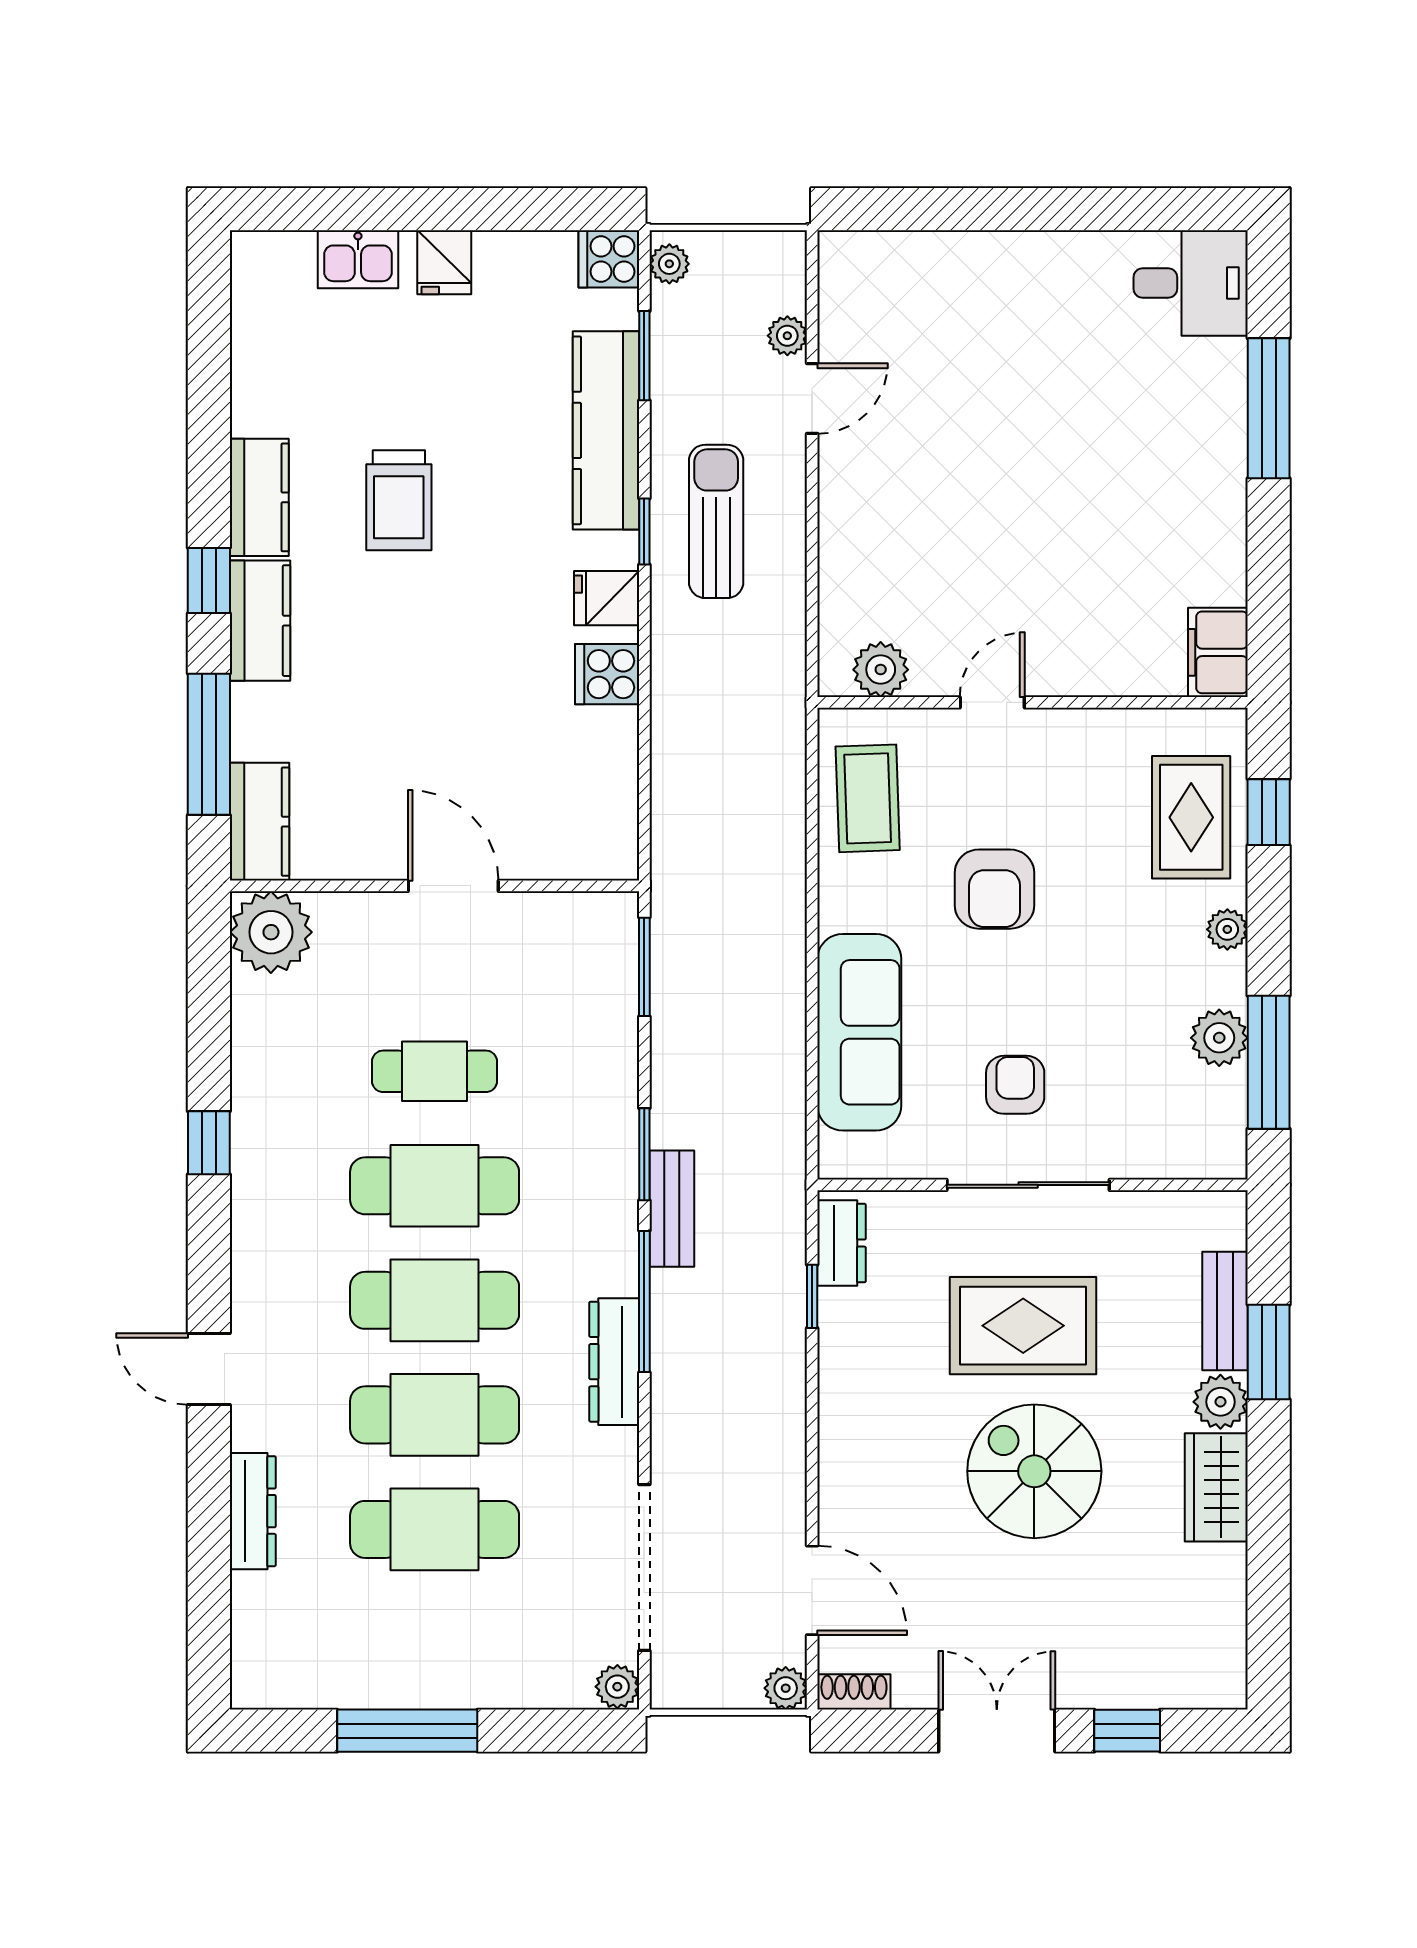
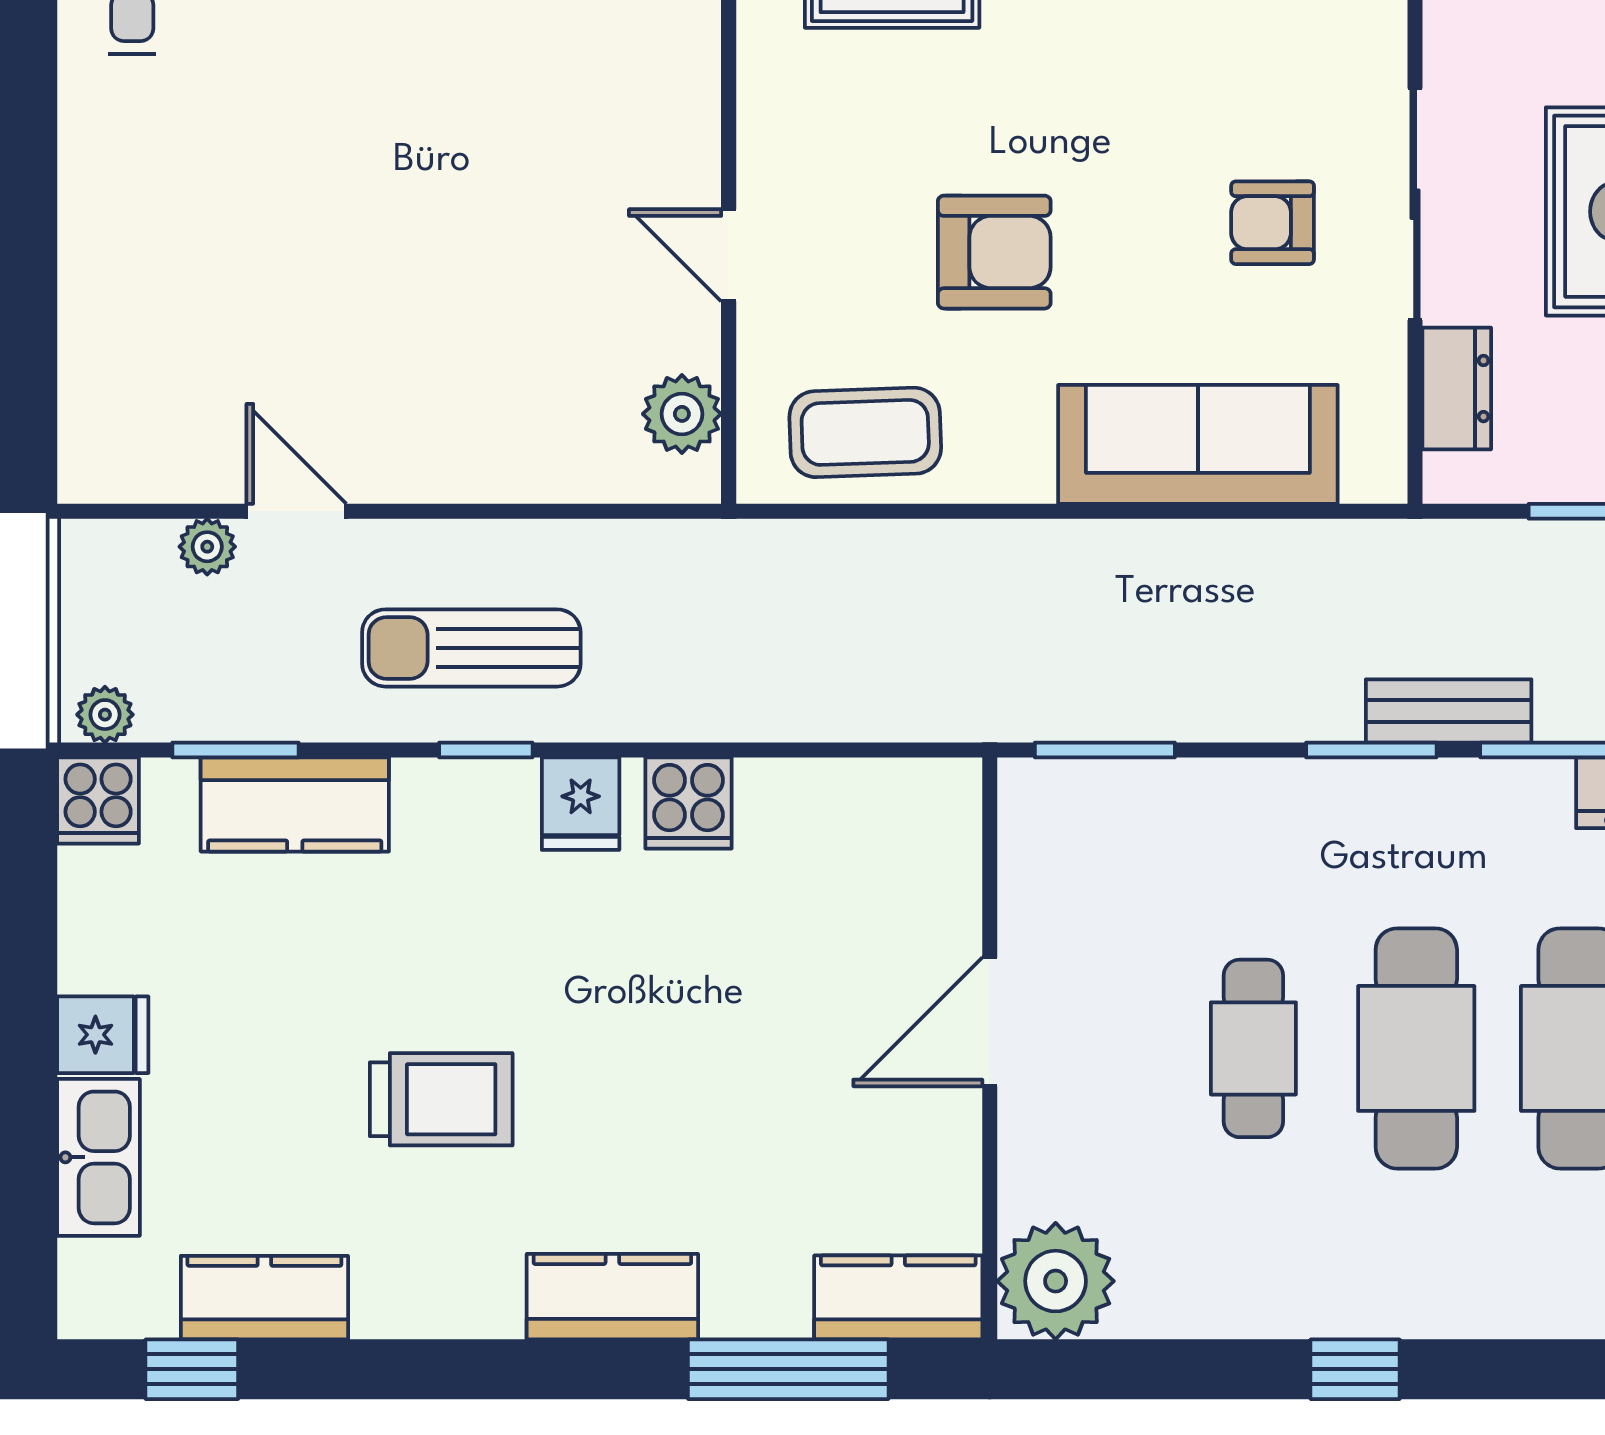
kitchen sink: (358, 259) -> (98, 1157), width x1.38
kitchen counter: (606, 430) -> (295, 805), width x0.67
kitchen counter: (259, 497) -> (264, 1298), moved
window: (209, 581) -> (192, 1369), moved
dresser: (842, 1243) -> (1457, 389), moved, turned 90

